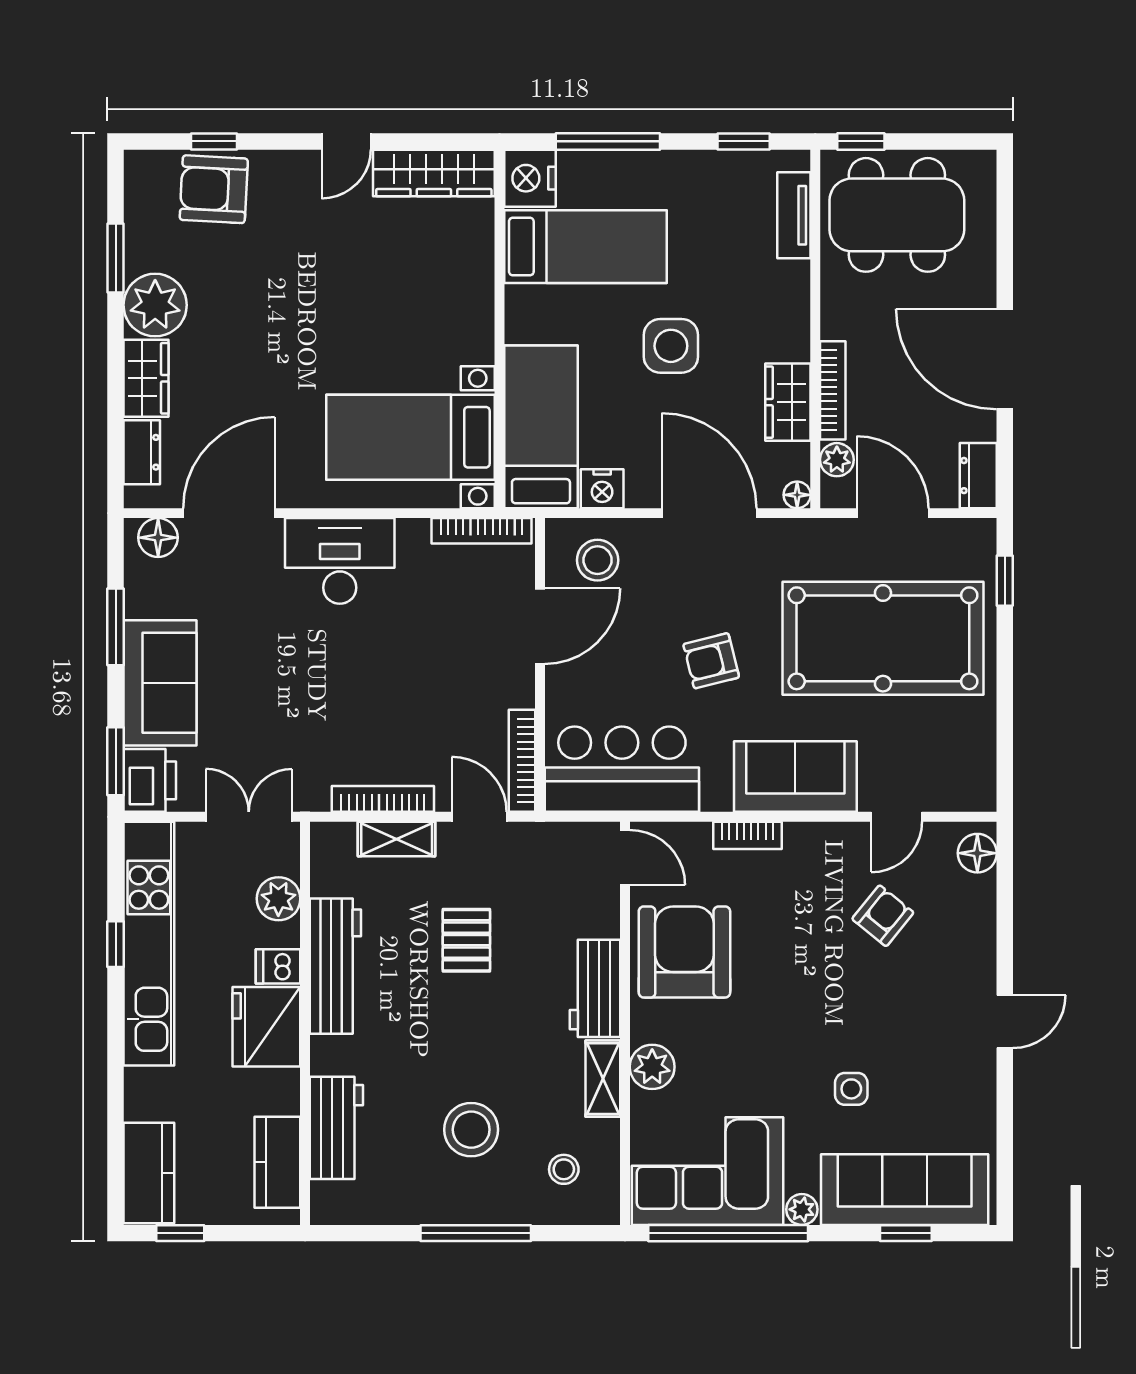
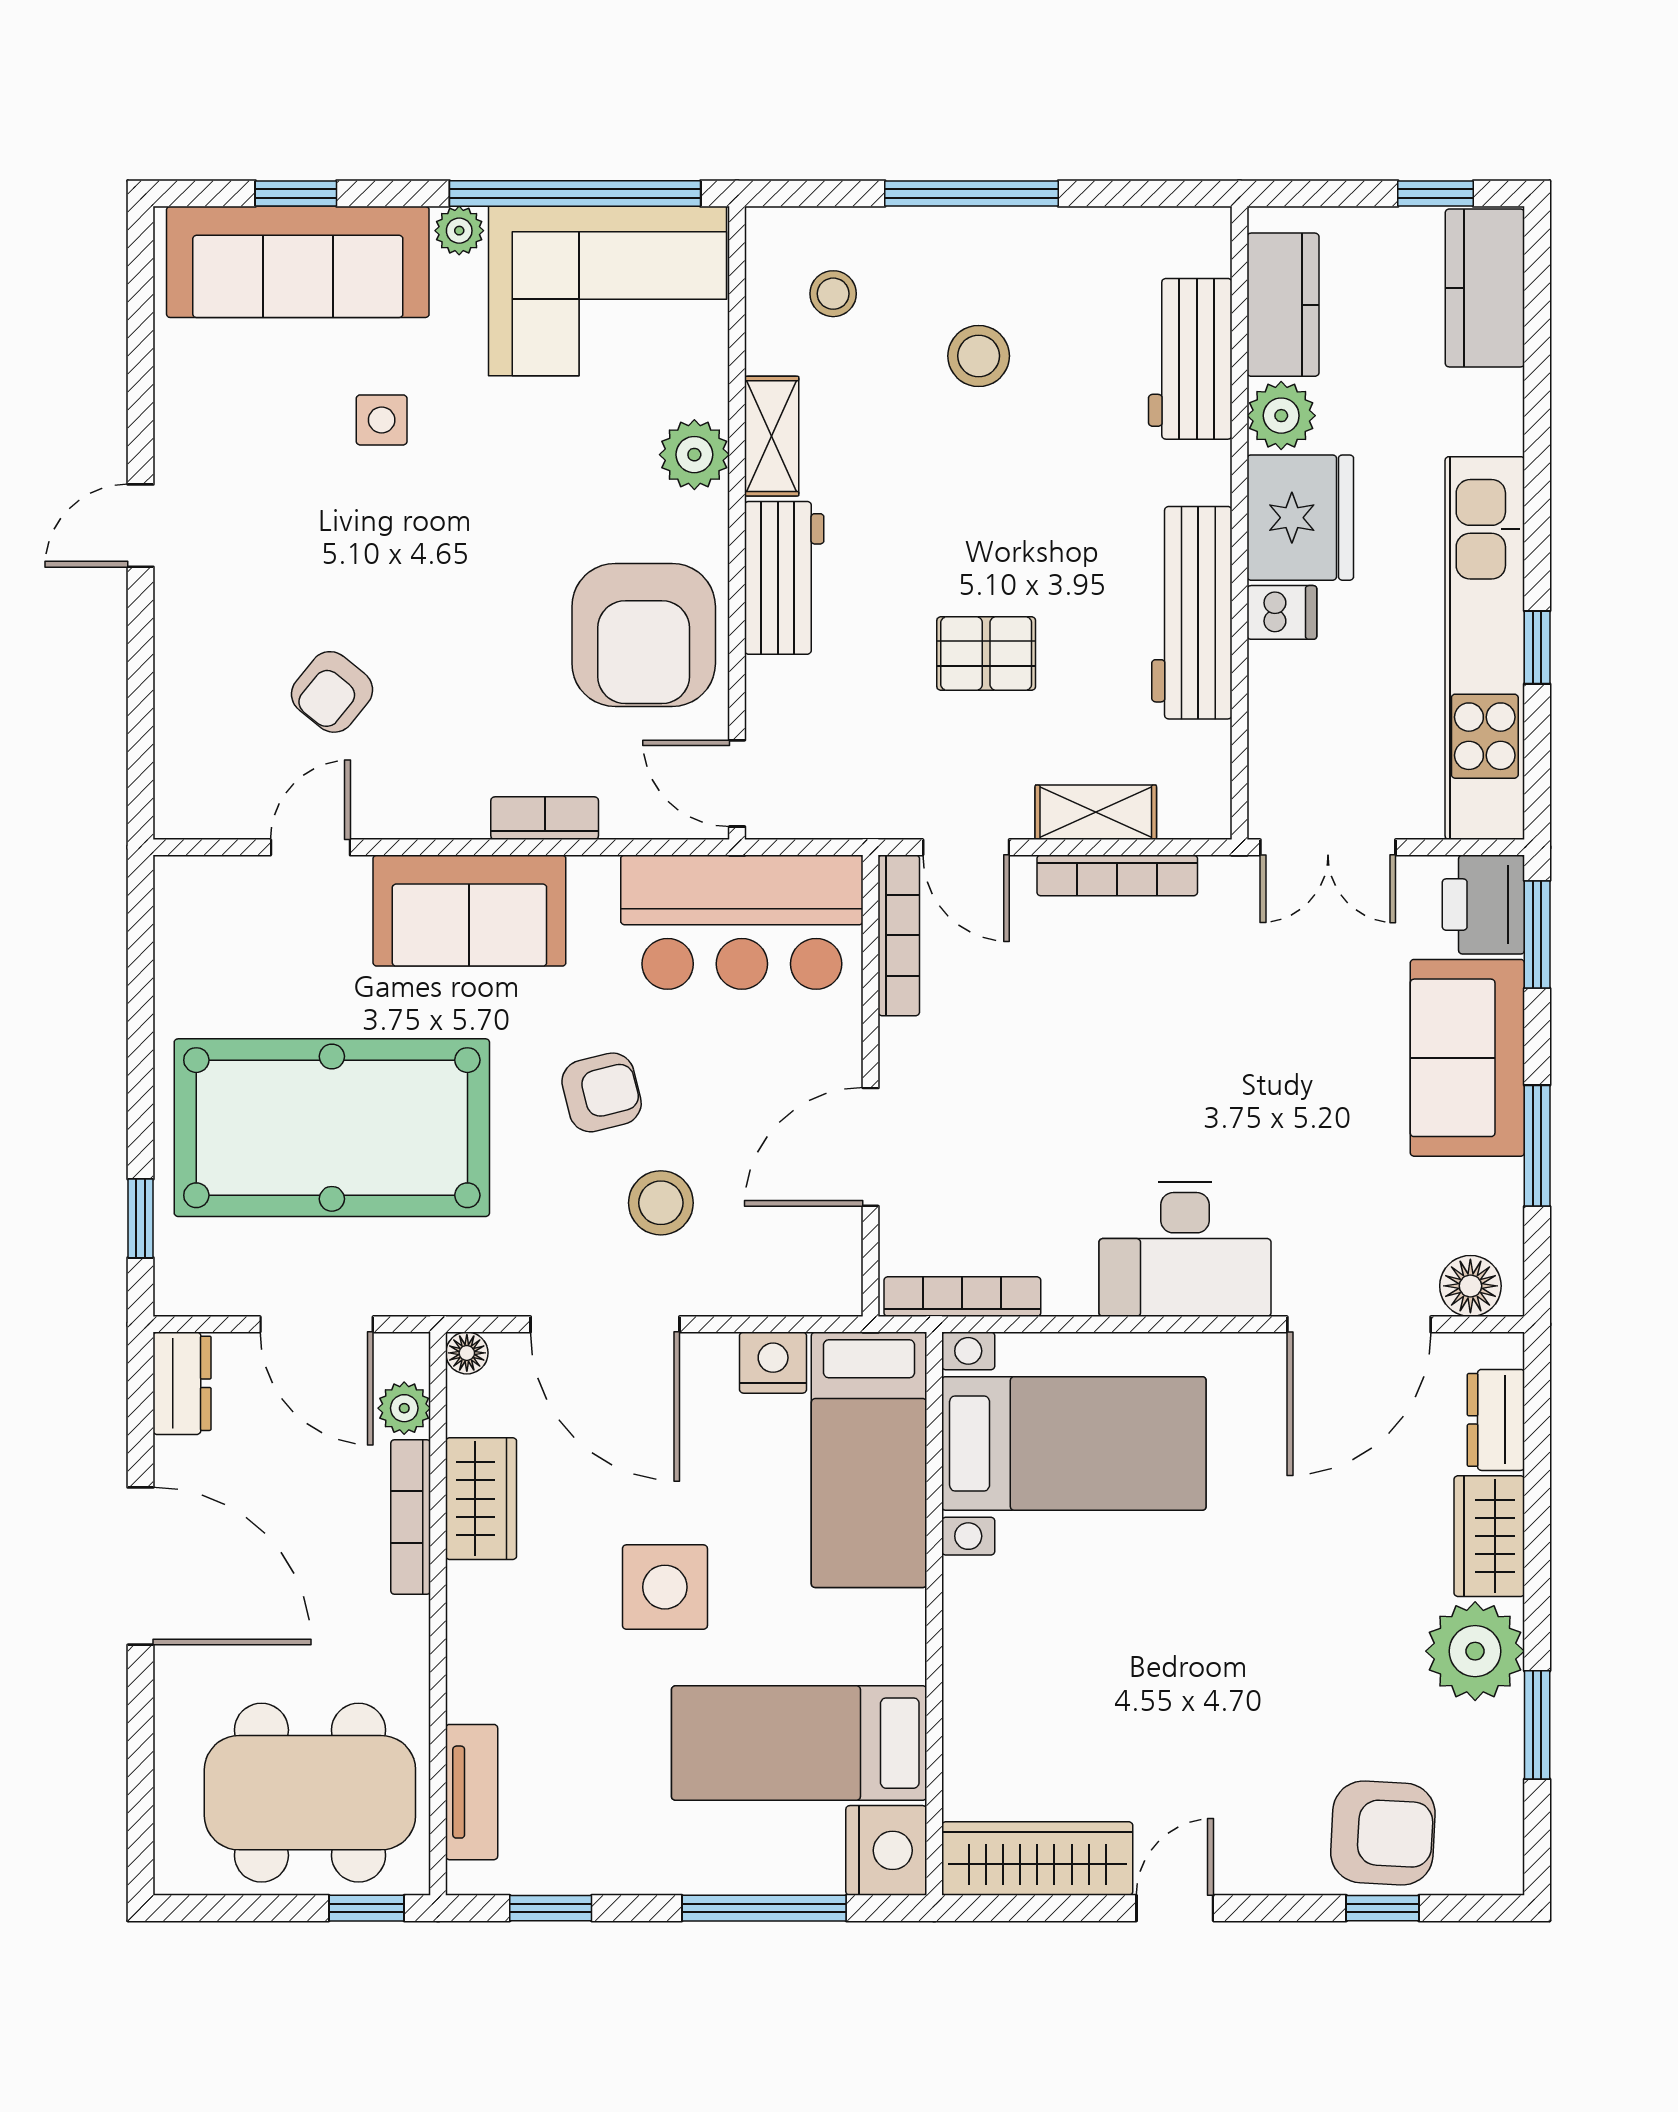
stool: (598, 560) -> (661, 1203), moved
floor lamp: (977, 853) -> (184, 790), removed
plant: (278, 899) -> (1281, 416), moved
pallet: (466, 940) -> (986, 654), turned 90
stool: (471, 1130) -> (979, 356), width x0.73, depth x0.73

